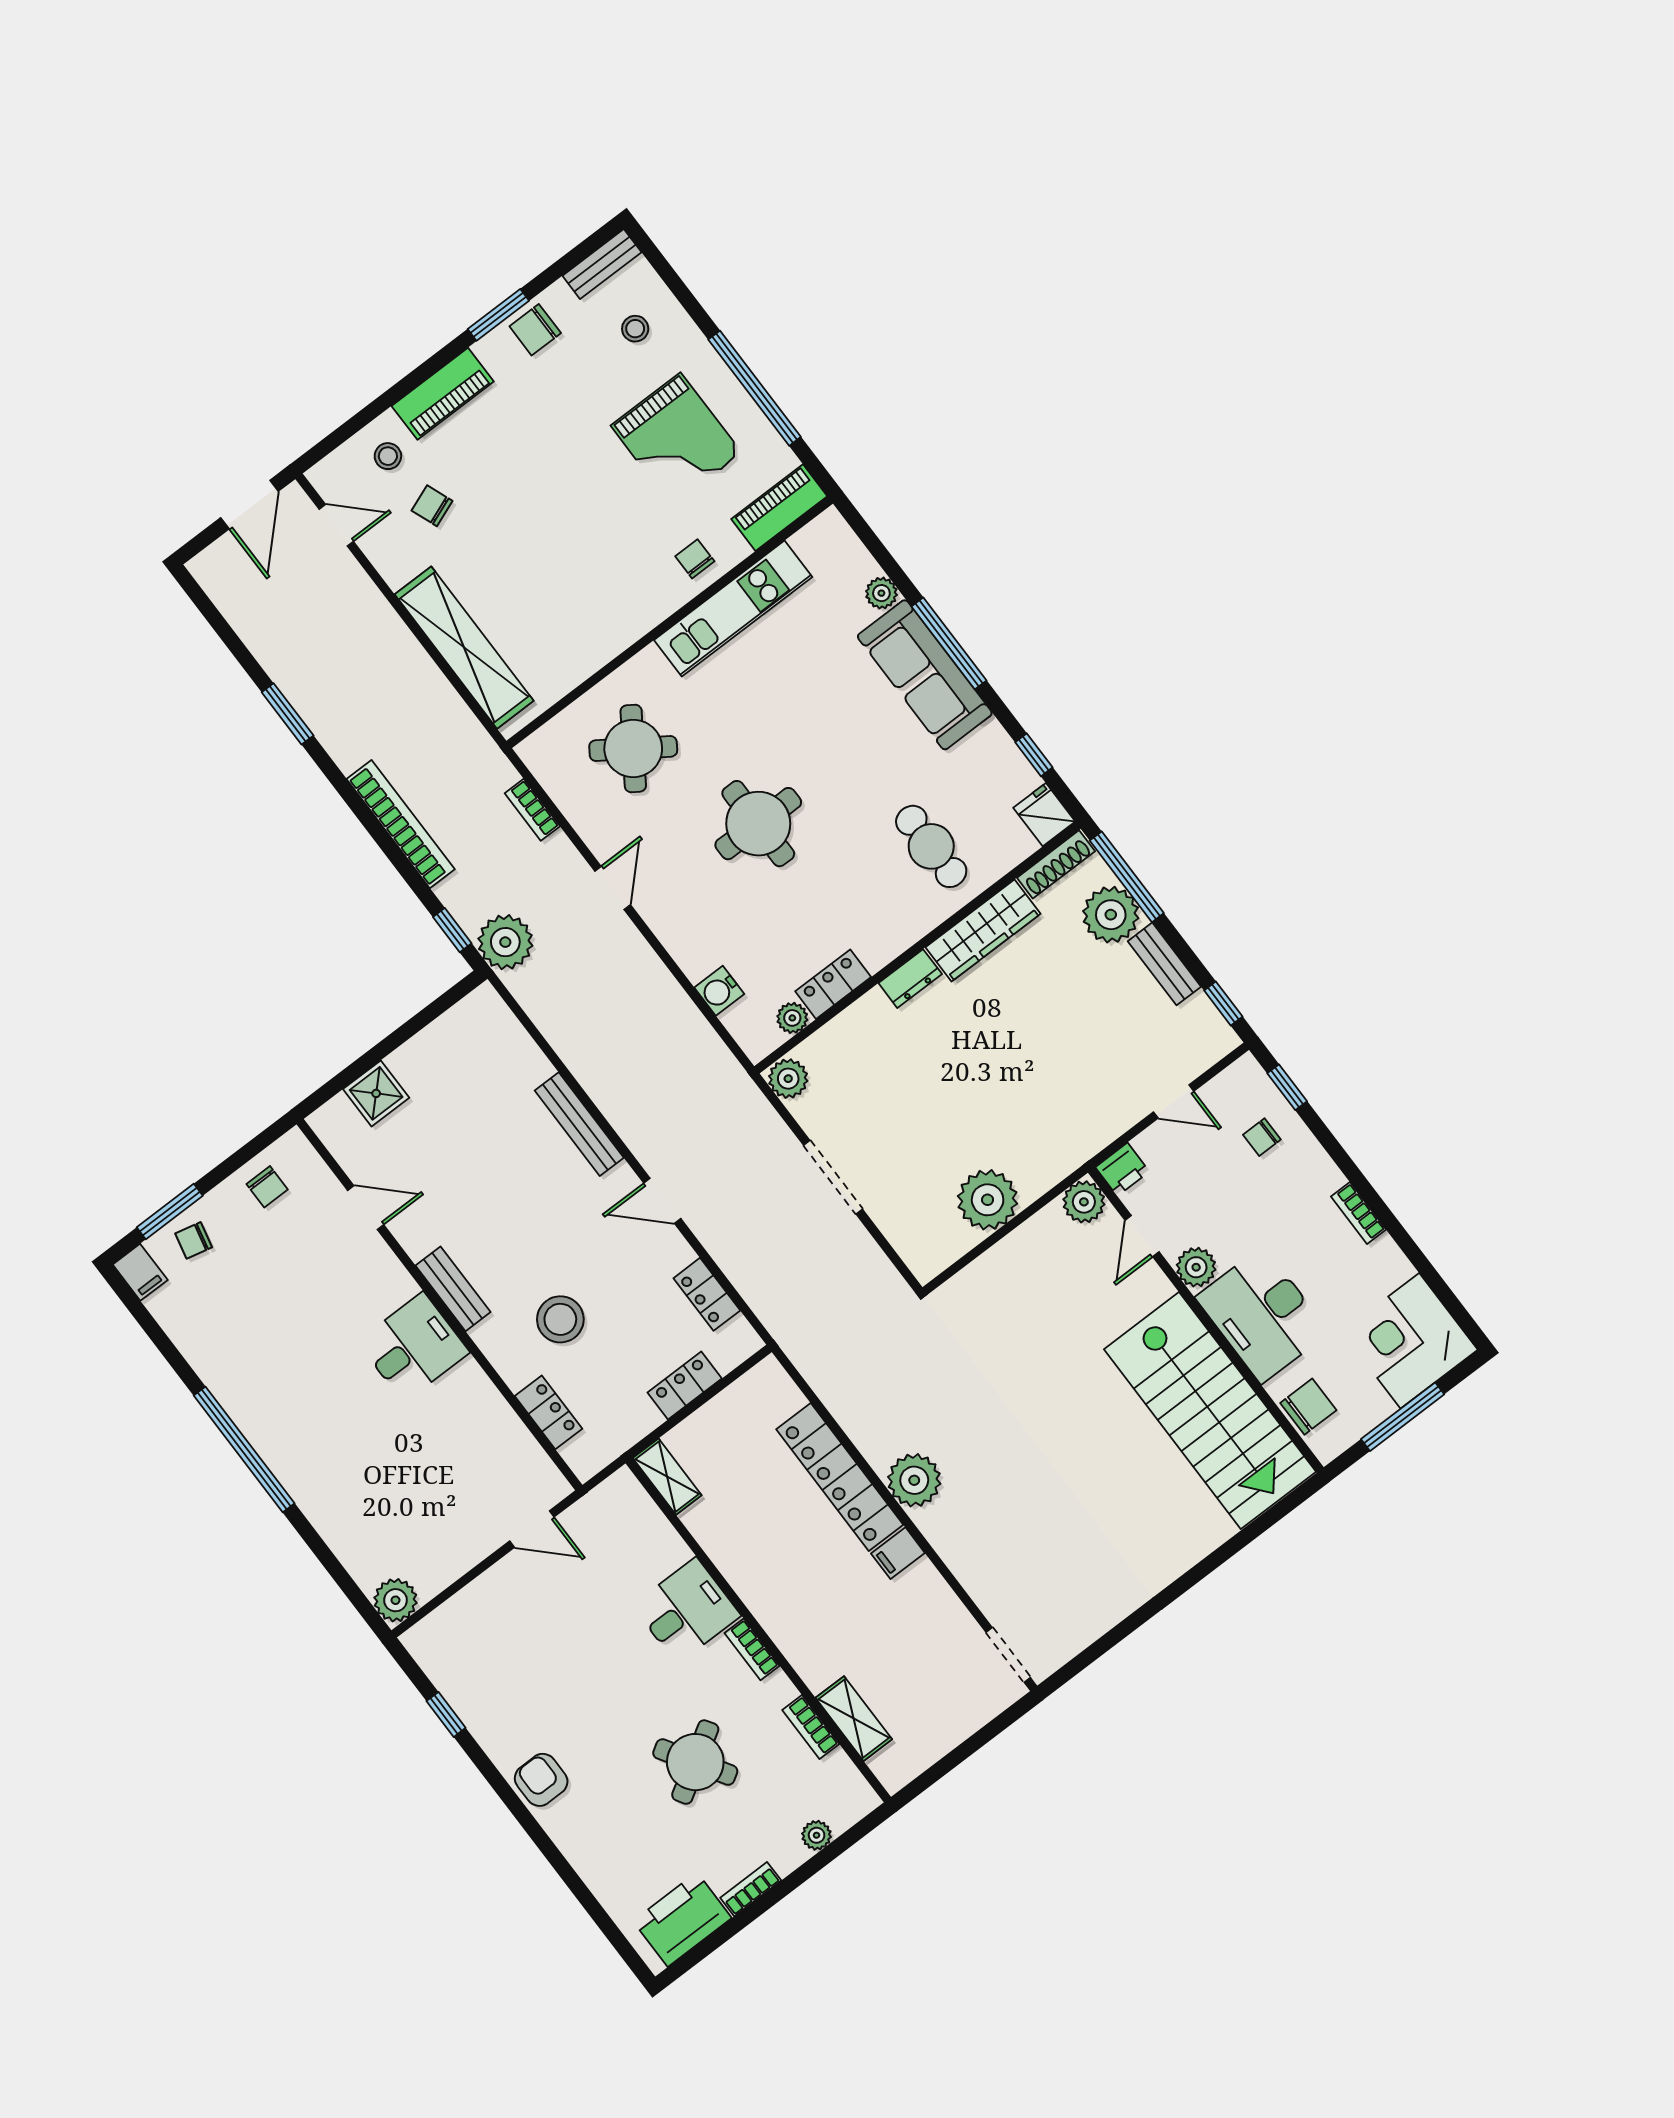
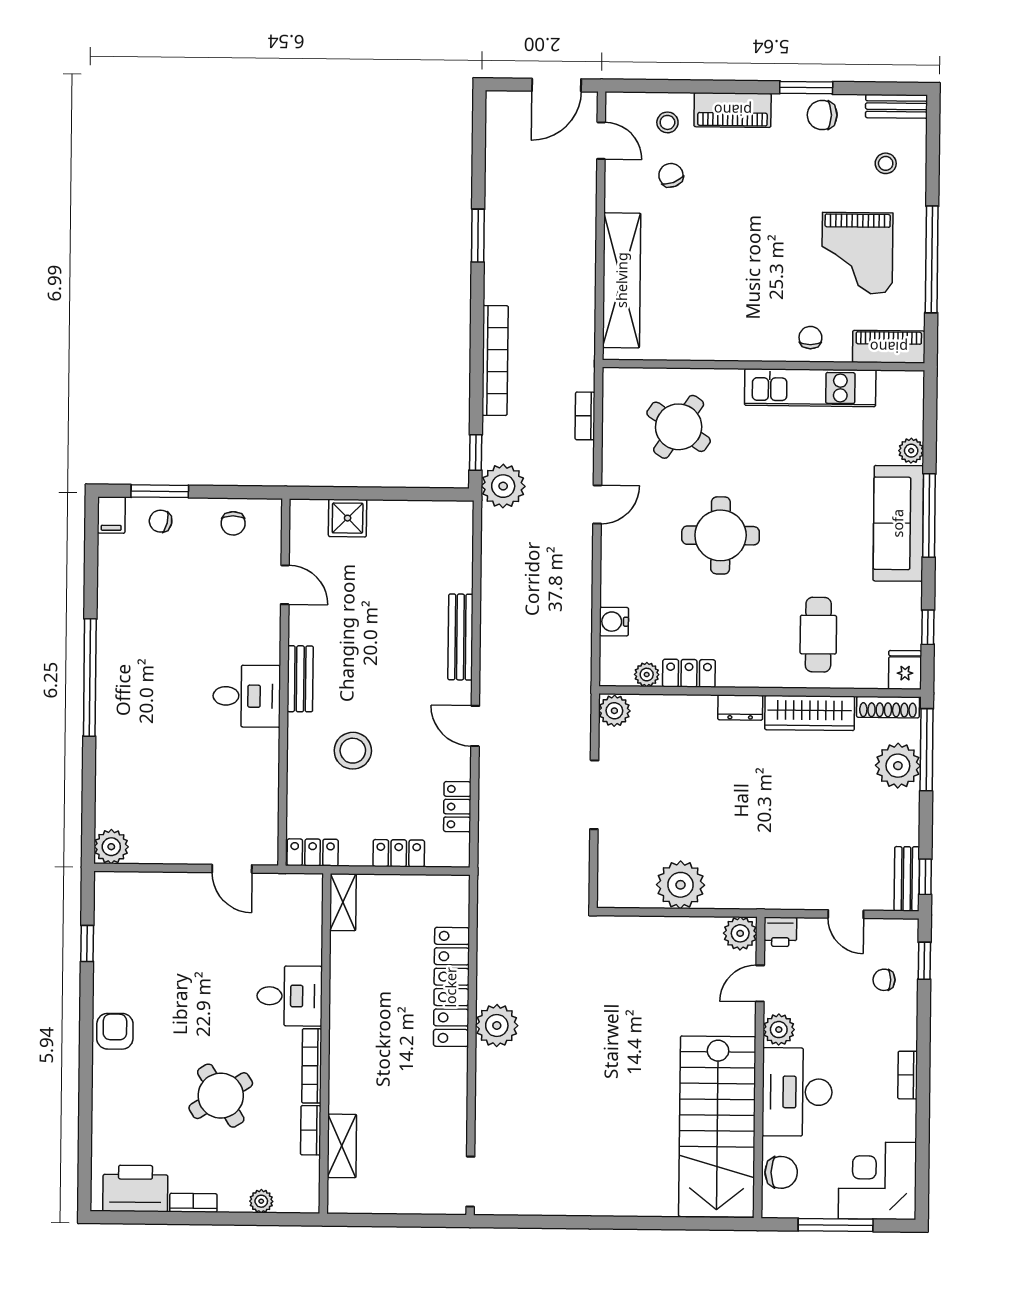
bench: (1164, 964) -> (907, 879), moved
locker: (549, 1412) -> (313, 852), moved, turned -90
filing cabinet: (898, 1553) -> (451, 1063), removed
bookcase: (752, 1649) -> (312, 1066), width x1.56

